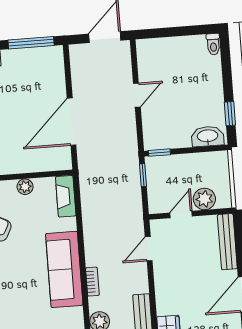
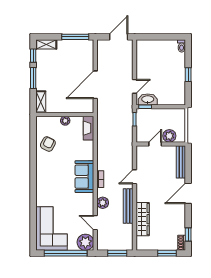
door: (137, 95) -> (135, 86), moved
window: (230, 114) -> (188, 75), moved
washbasin: (208, 136) -> (148, 99), moved
door: (149, 249) -> (135, 177), moved
sofa: (64, 269) -> (84, 177), width x0.73

